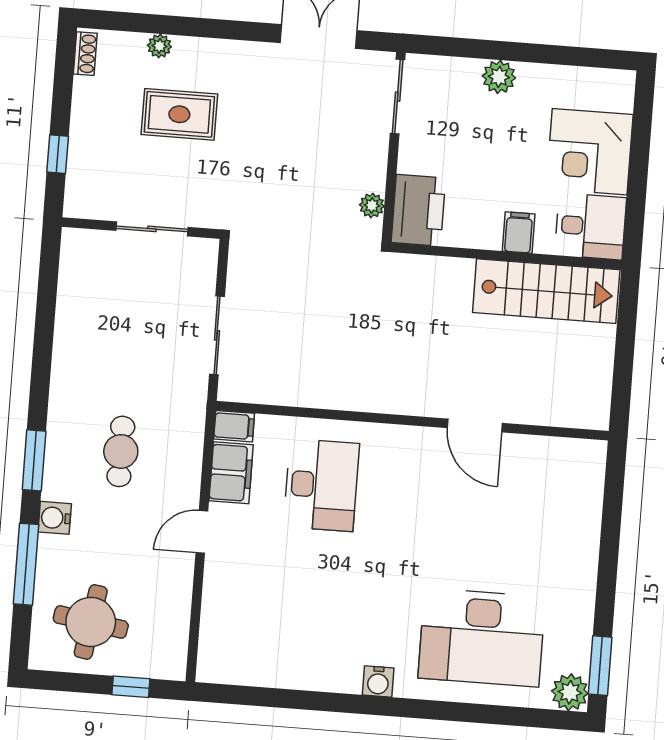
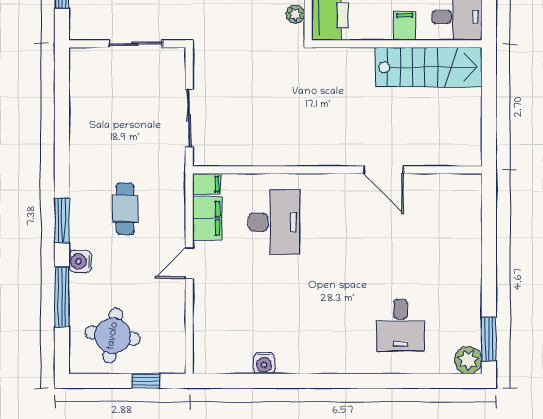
desk: (482, 638) -> (400, 325), width x0.53, depth x0.77
water cooler: (378, 681) -> (264, 363), moved

